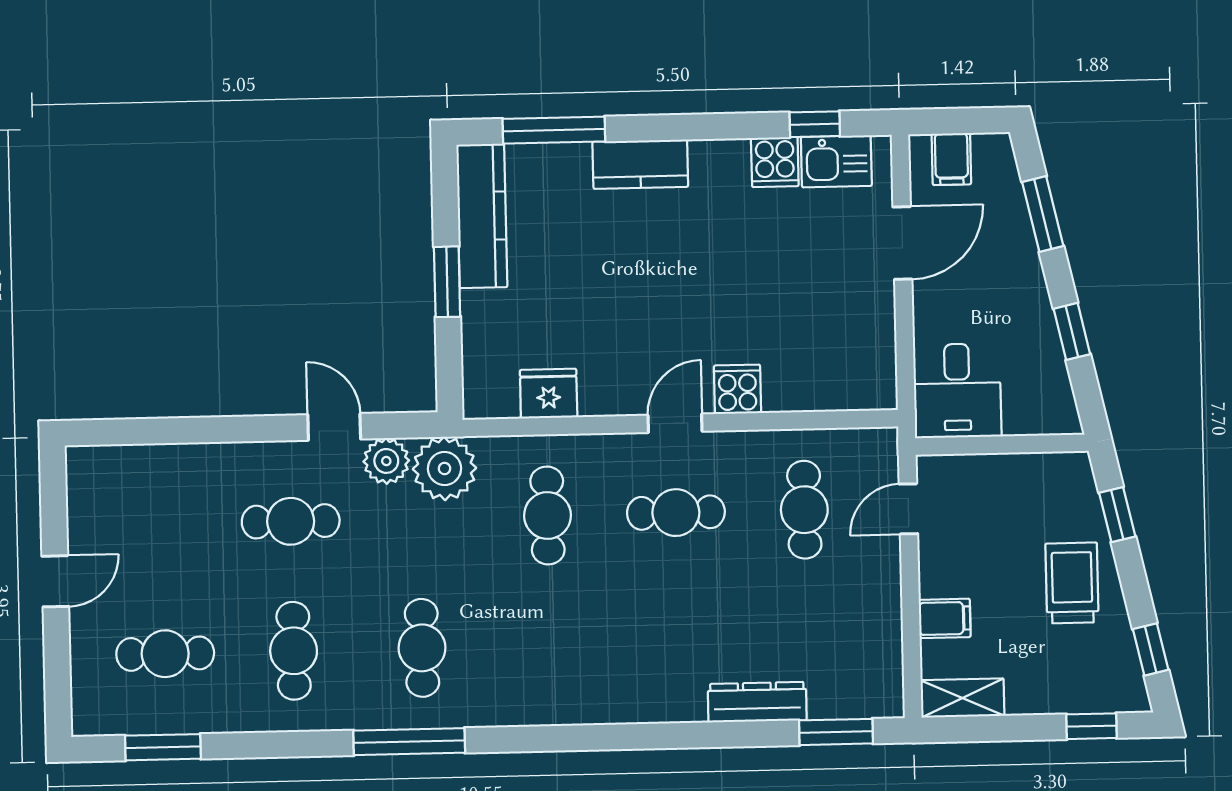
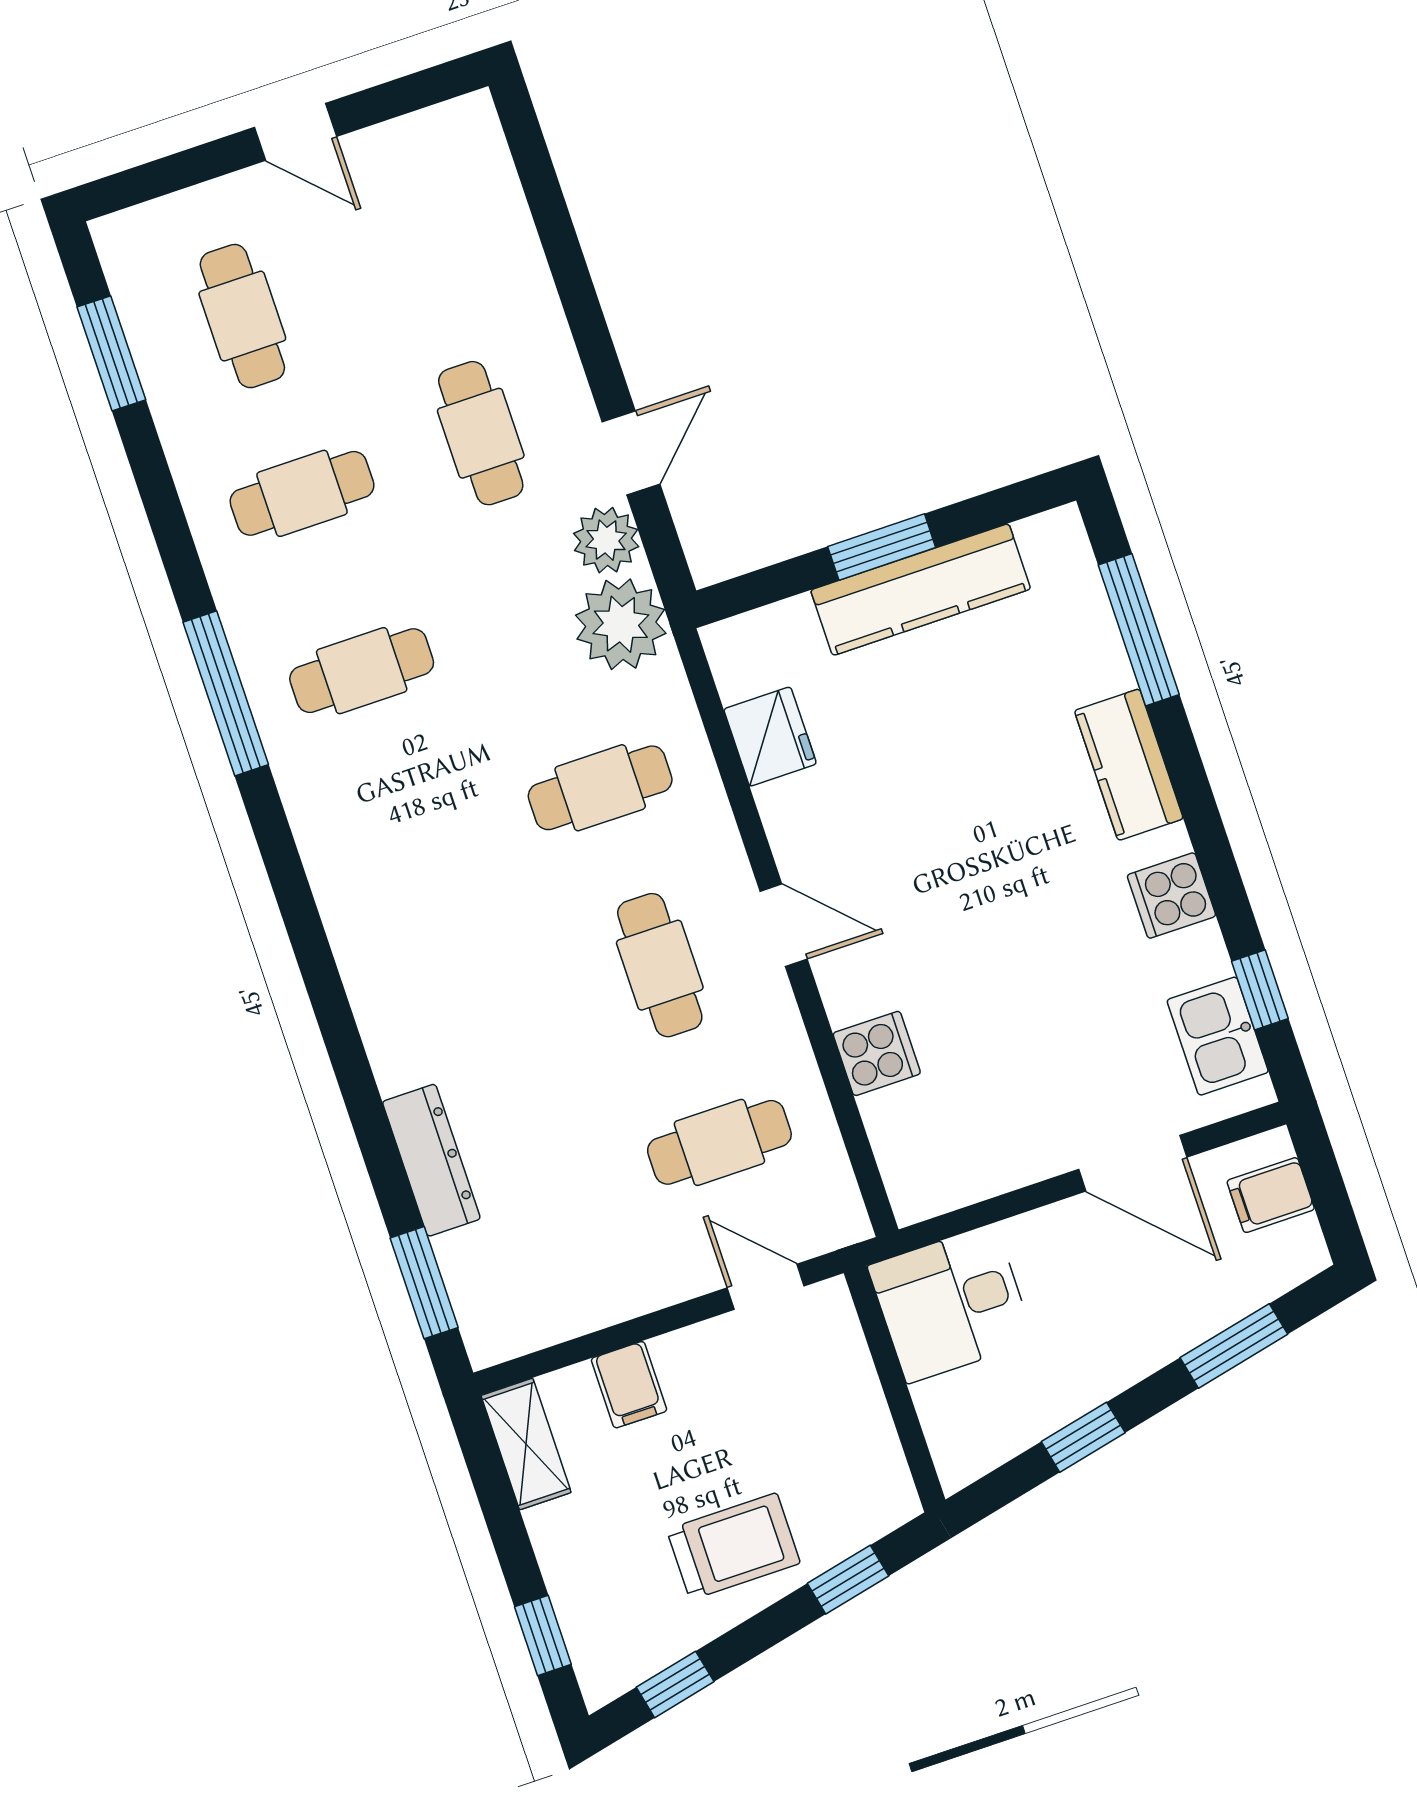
cooker: (775, 162) -> (1171, 896), moved
kitchen counter: (482, 216) -> (921, 590), moved
cooker: (737, 389) -> (877, 1053), moved

